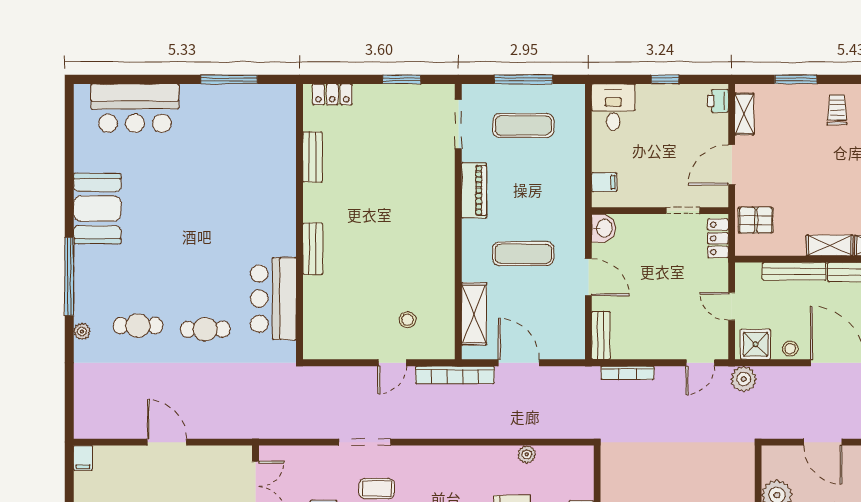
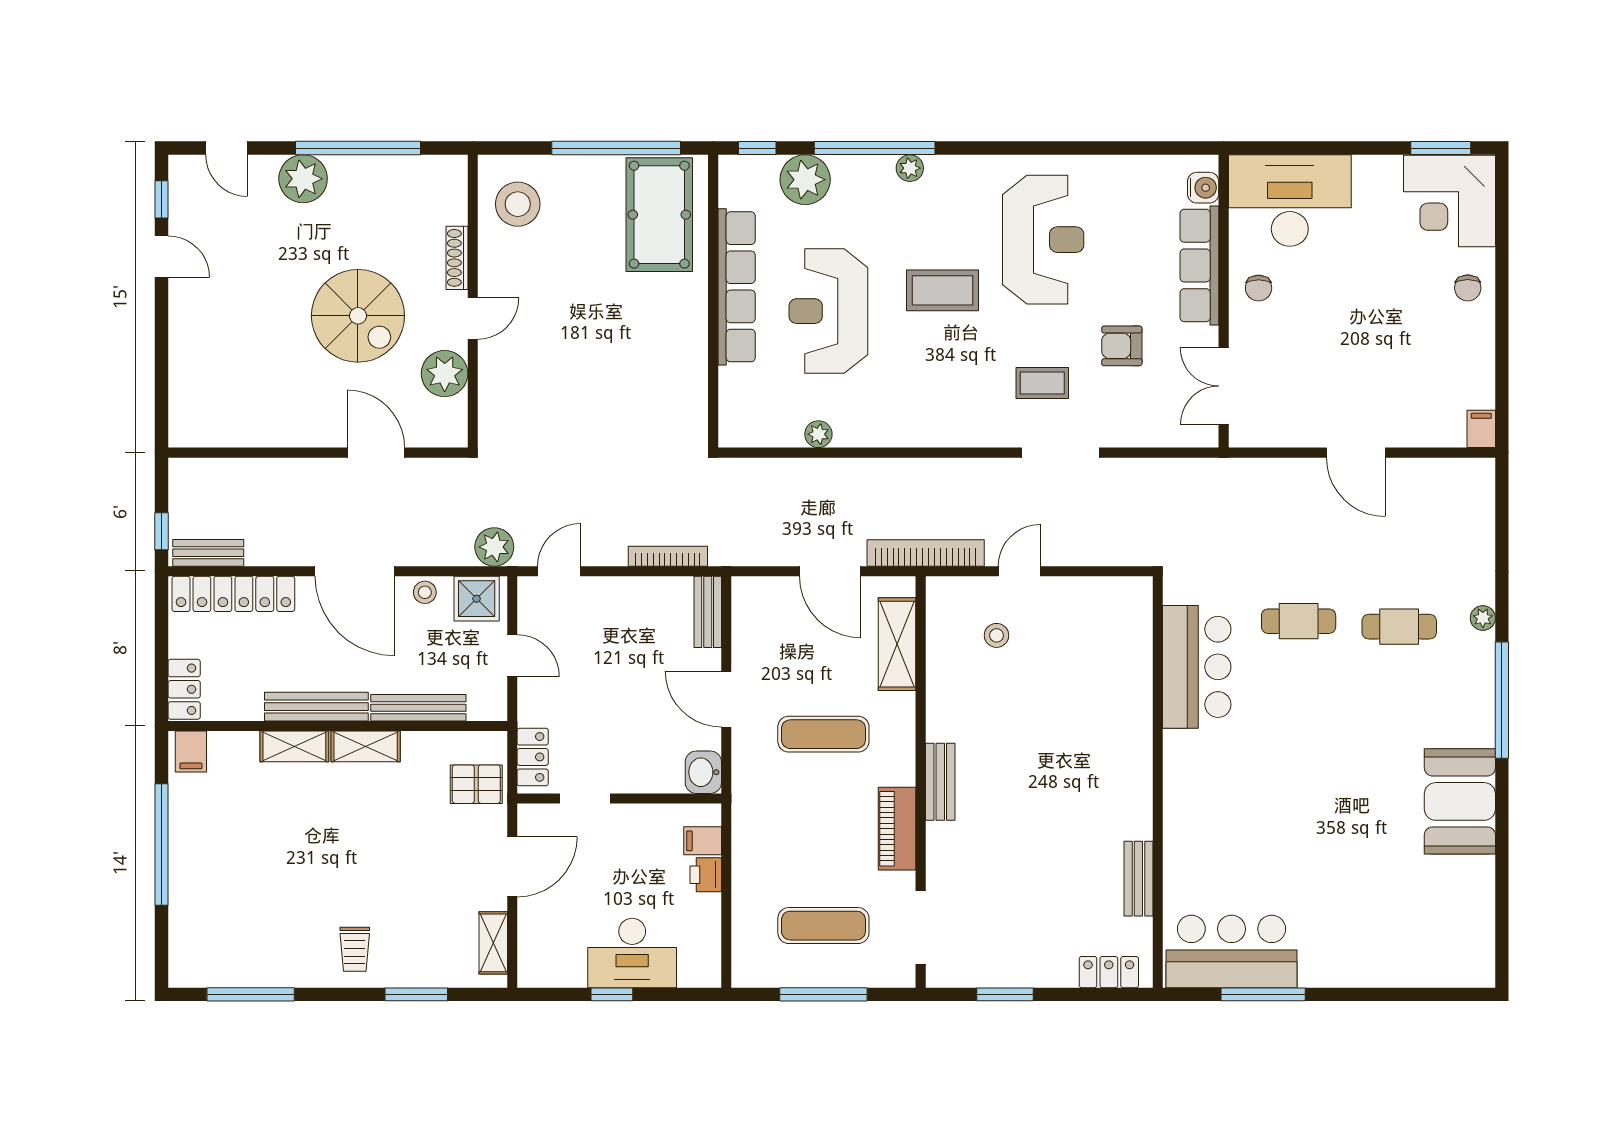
printer: (718, 101) -> (706, 875), moved, turned 180
desk: (613, 107) -> (632, 953), moved, width x1.37
bar counter: (135, 108) -> (1232, 951), moved
bench: (313, 249) -> (940, 782), moved

